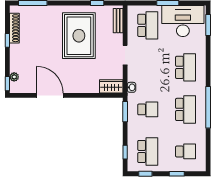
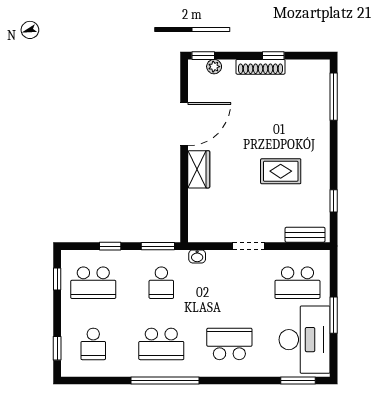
shoe rack: (14, 28) -> (260, 67), moved
rug: (79, 36) -> (281, 171), width x0.54, depth x0.49
school desk: (186, 67) -> (229, 344), turned 180
wardrobe: (111, 86) -> (199, 169), moved
window: (125, 152) -> (110, 246), moved
window: (177, 174) -> (57, 348), moved

